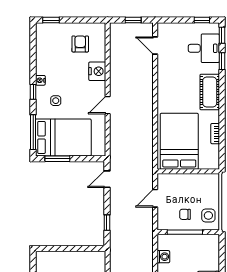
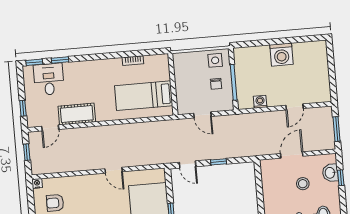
window: (202, 20) -> (23, 108), moved
nightstand: (97, 71) -> (37, 183), moved, width x0.53, depth x0.56
cot: (210, 92) -> (77, 114), moved
bed: (179, 141) -> (144, 96), width x0.67
window: (107, 223) -> (219, 162), moved

